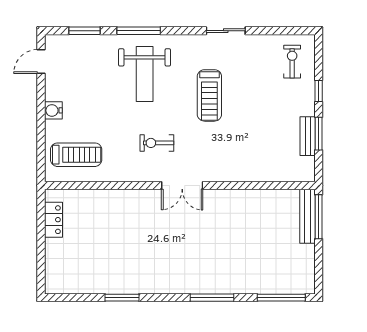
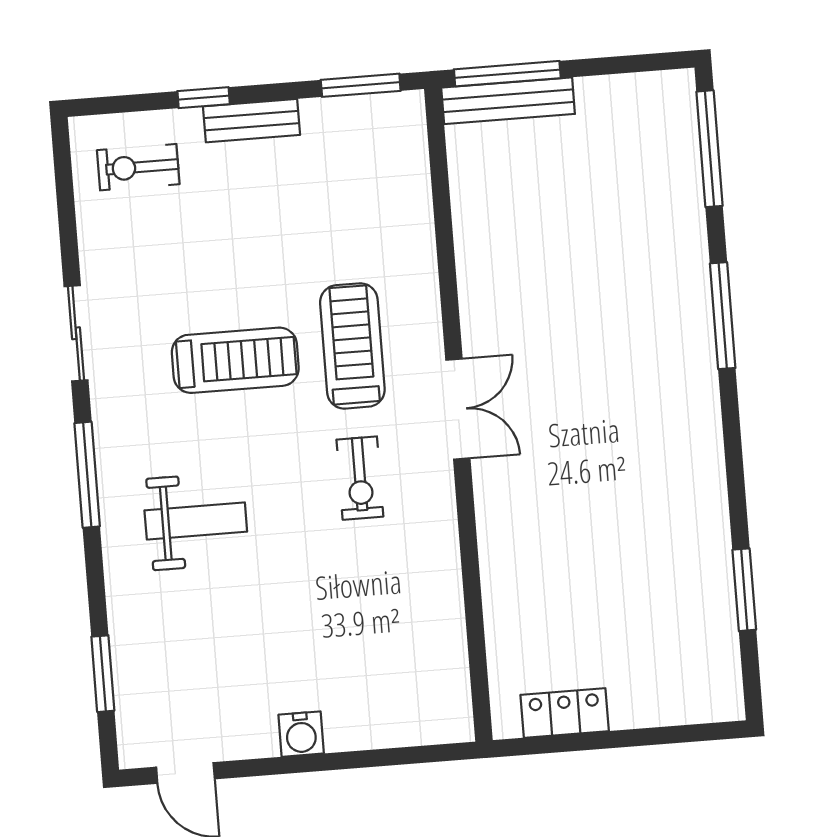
window: (139, 31) -> (87, 475), moved
weight bench: (145, 74) -> (196, 521), width x0.73, depth x0.75
window: (319, 134) -> (361, 85), moved
bench: (308, 136) -> (251, 121), moved
treadmill: (76, 155) -> (352, 346), moved
window: (122, 298) -> (744, 590), moved

